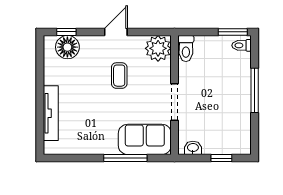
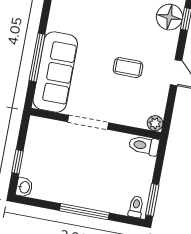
plant: (158, 48) -> (155, 123), width x0.53, depth x0.53
sofa: (145, 139) -> (55, 72), width x1.36
washbasin: (193, 148) -> (24, 187), moved

